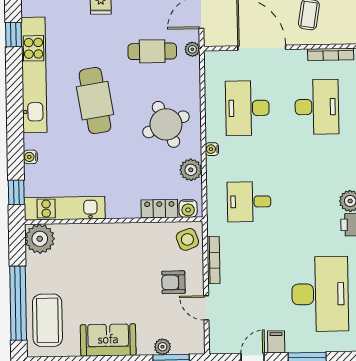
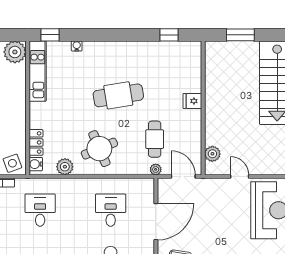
kitchen unit: (34, 75) -> (138, 50), removed
desk: (247, 108) -> (111, 210), width x0.73
water cooler: (212, 149) -> (80, 183), removed

